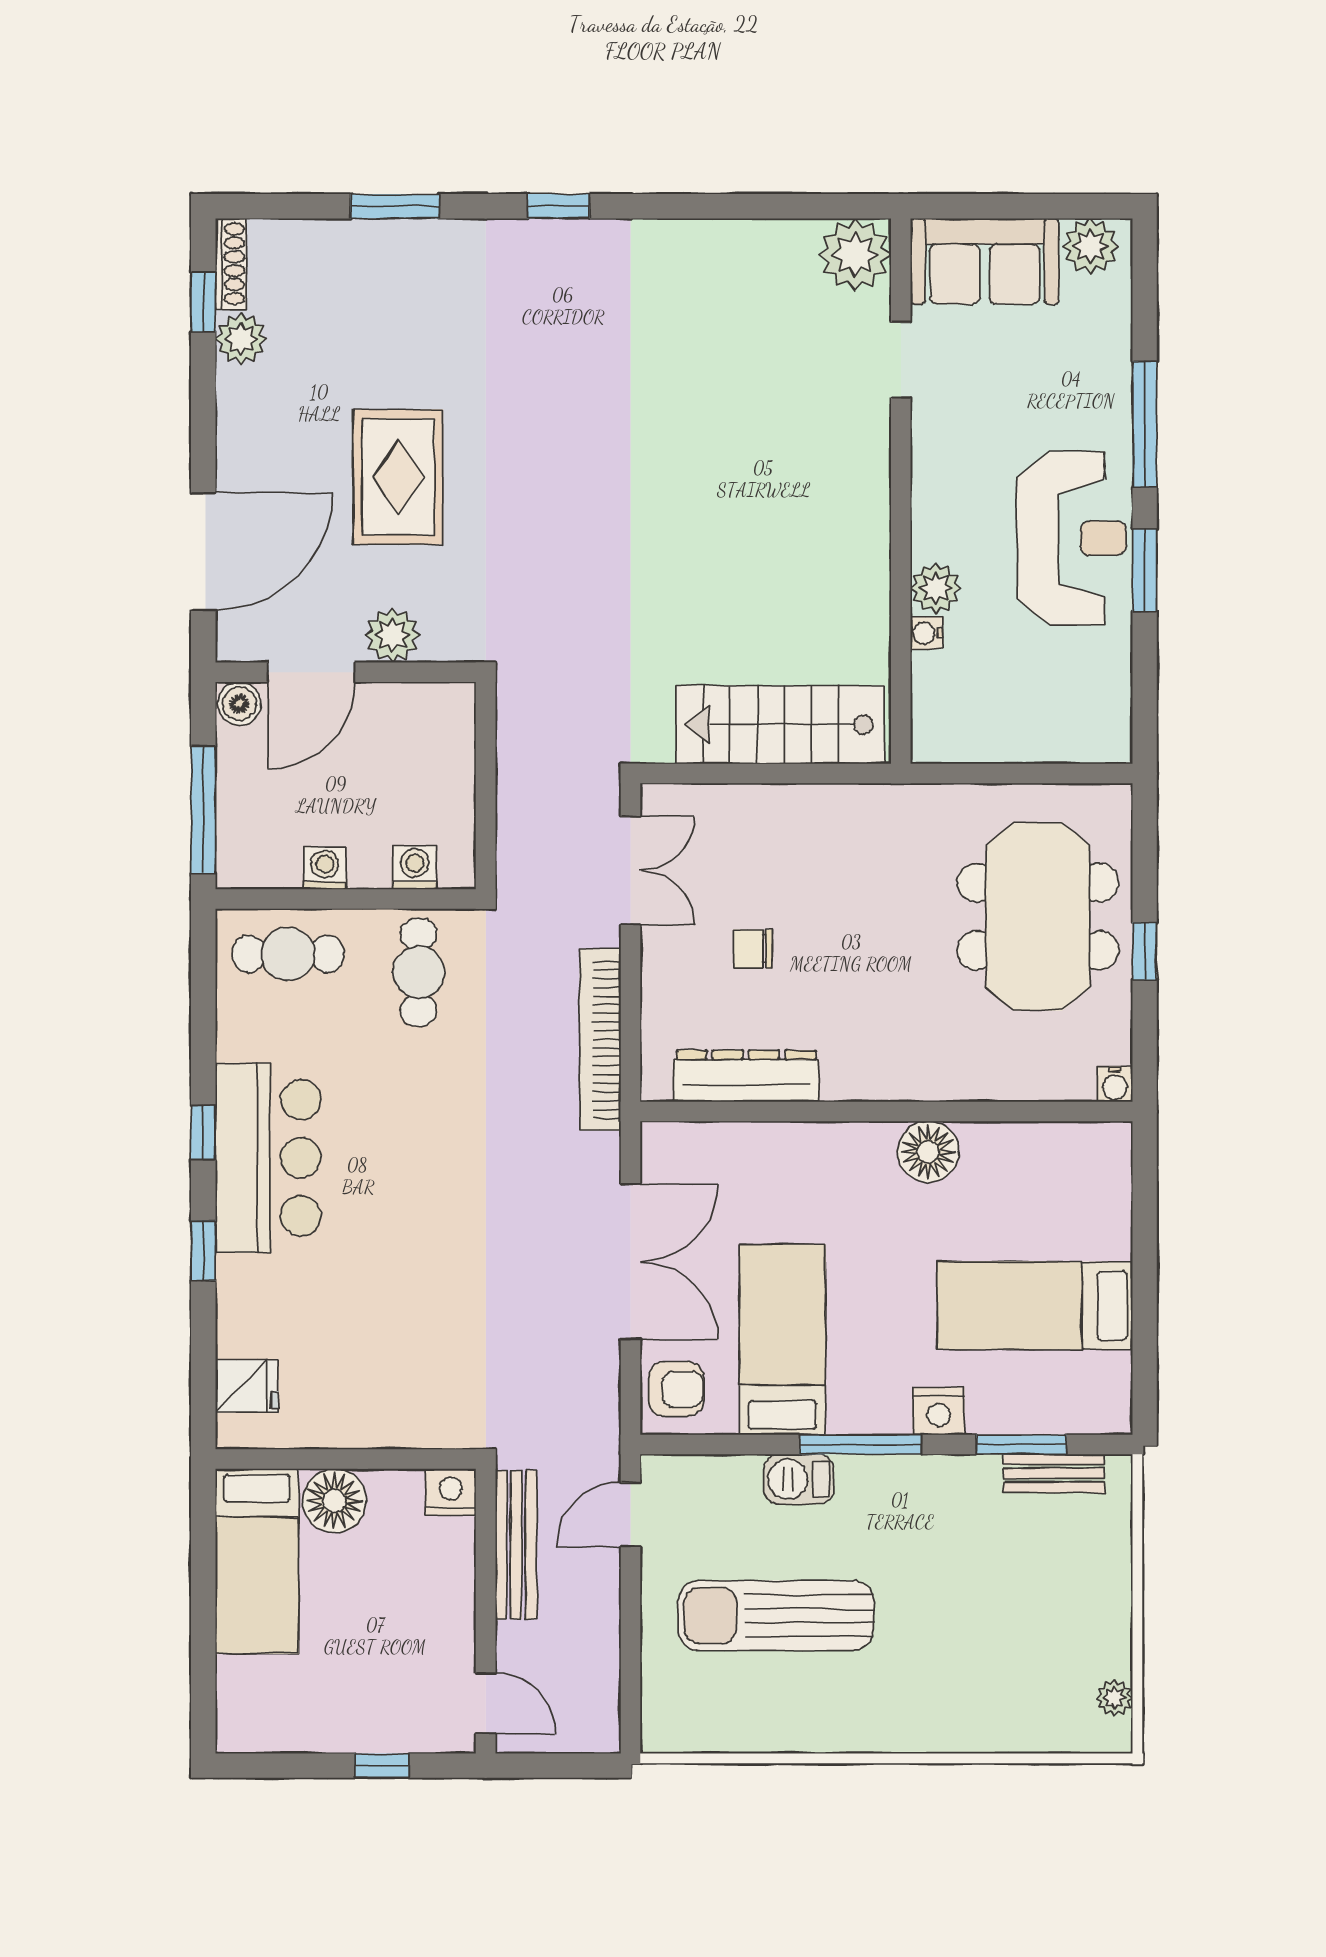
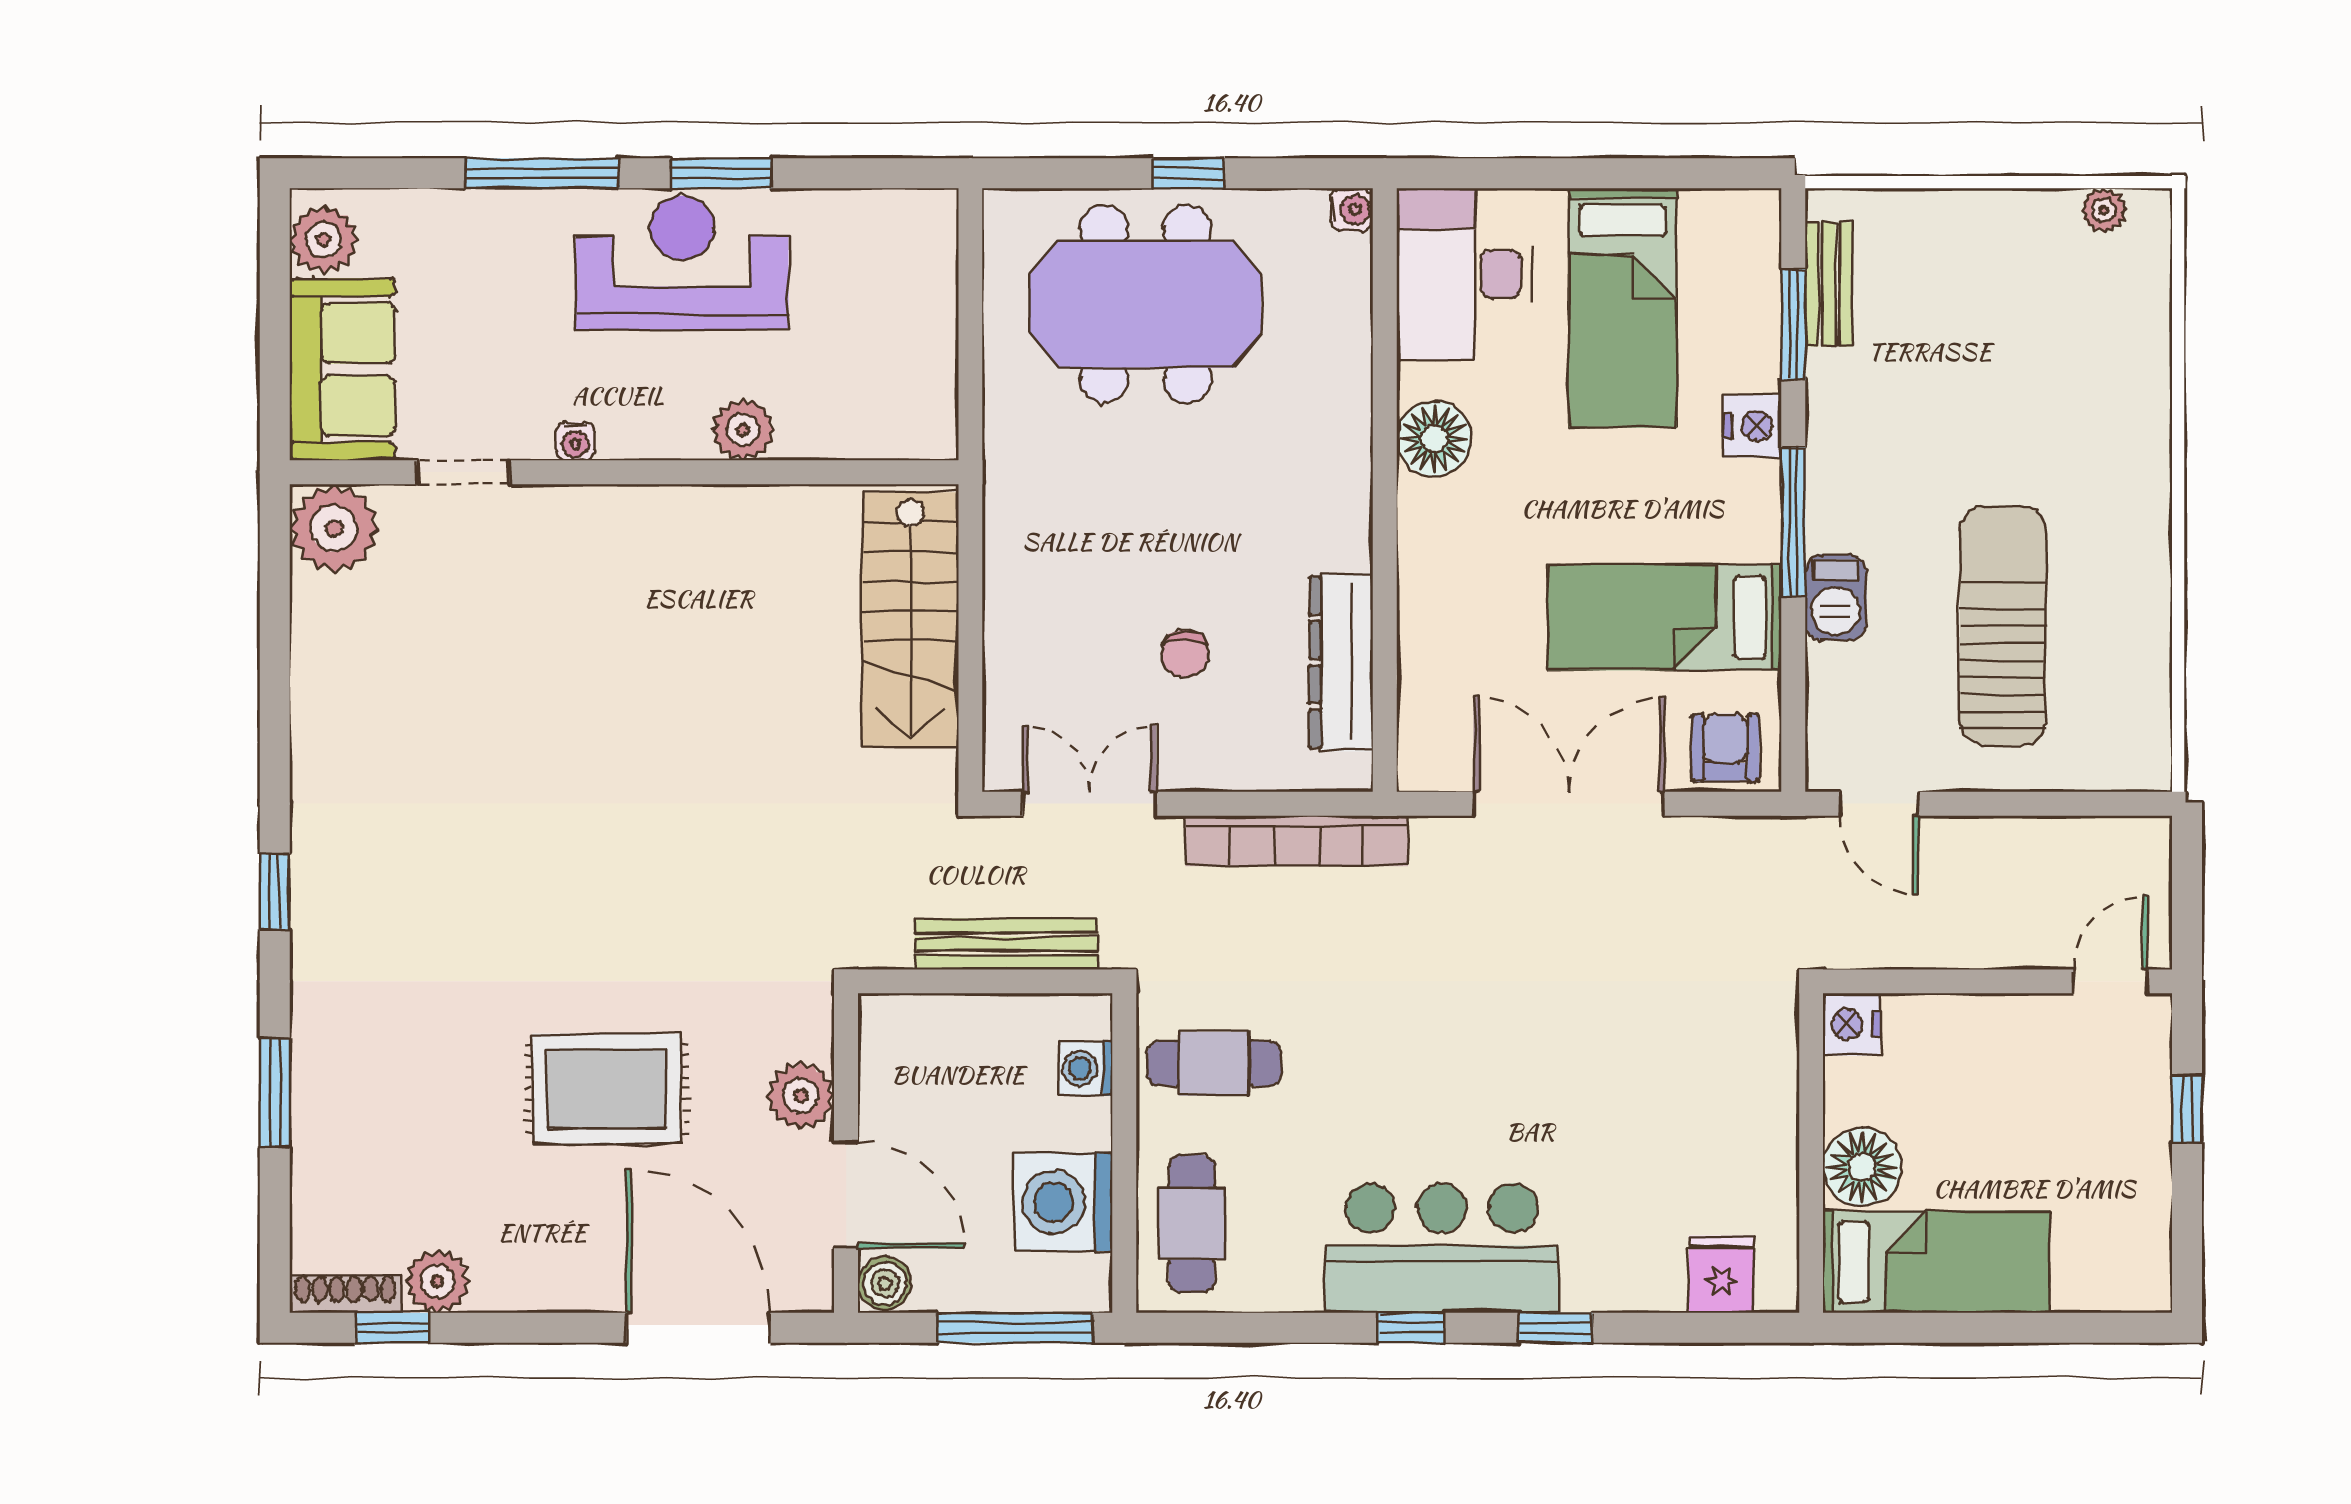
water cooler: (926, 633) -> (575, 441), moved
washing machine: (325, 868) -> (1063, 1202), width x1.89, depth x1.89
desk: (1062, 1176) -> (1464, 274), added
bench: (516, 1545) -> (1006, 944), moved
sun lounger: (776, 1615) -> (2003, 625), turned 180

